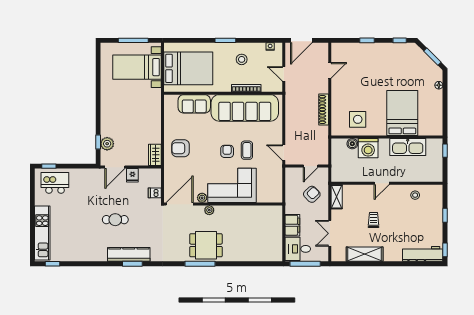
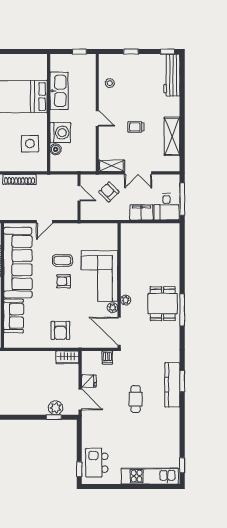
window: (445, 151) -> (79, 52), moved
door: (284, 153) -> (45, 222), moved
double door: (330, 233) -> (138, 173), moved

